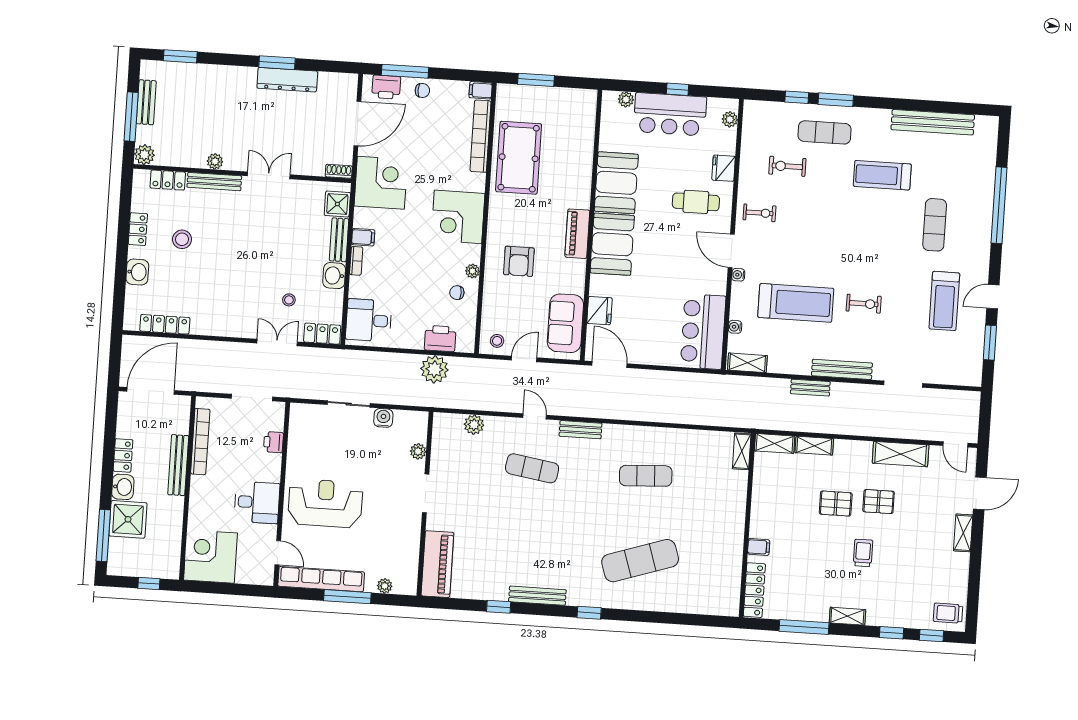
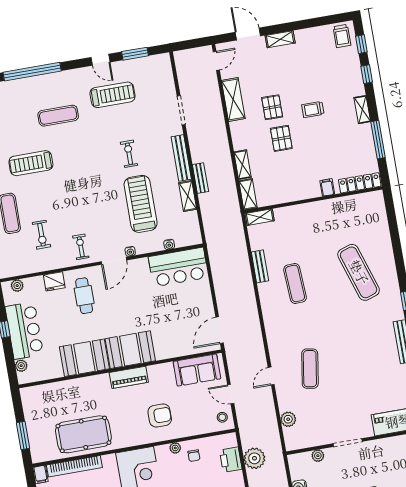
treadmill: (882, 175) -> (31, 163), turned 90
fridge: (599, 311) -> (182, 347), removed
shelving: (747, 363) -> (188, 196), moved
bench: (581, 430) -> (260, 266), moved

